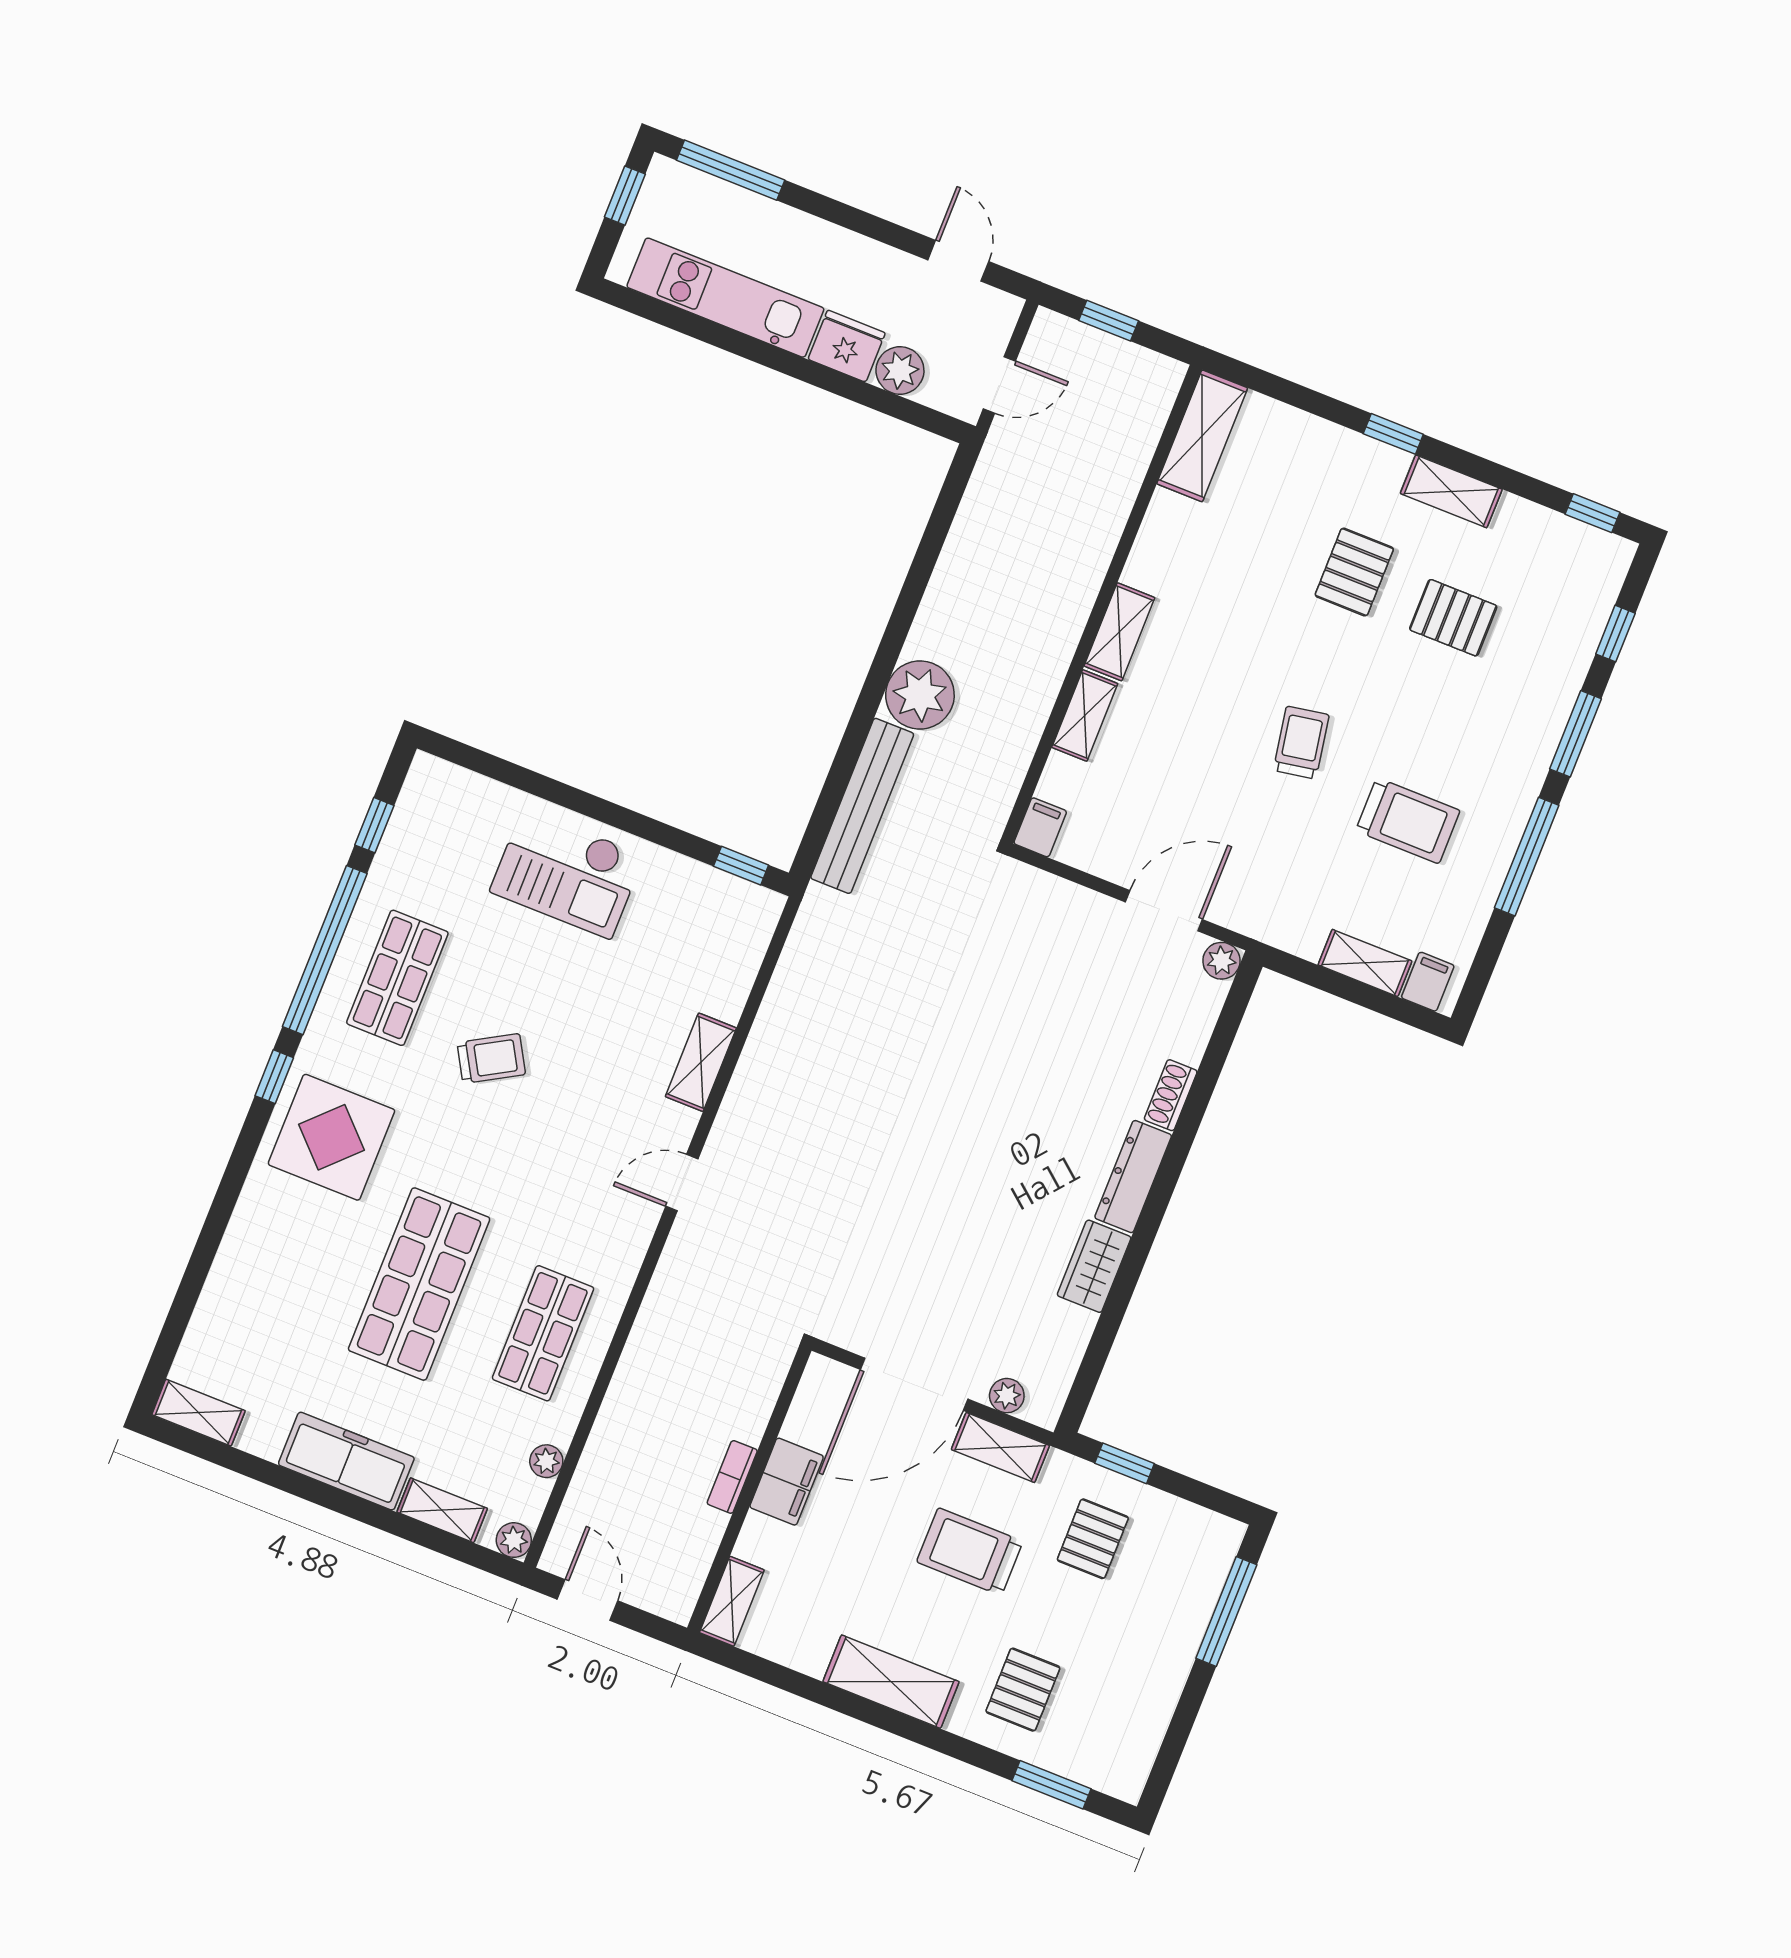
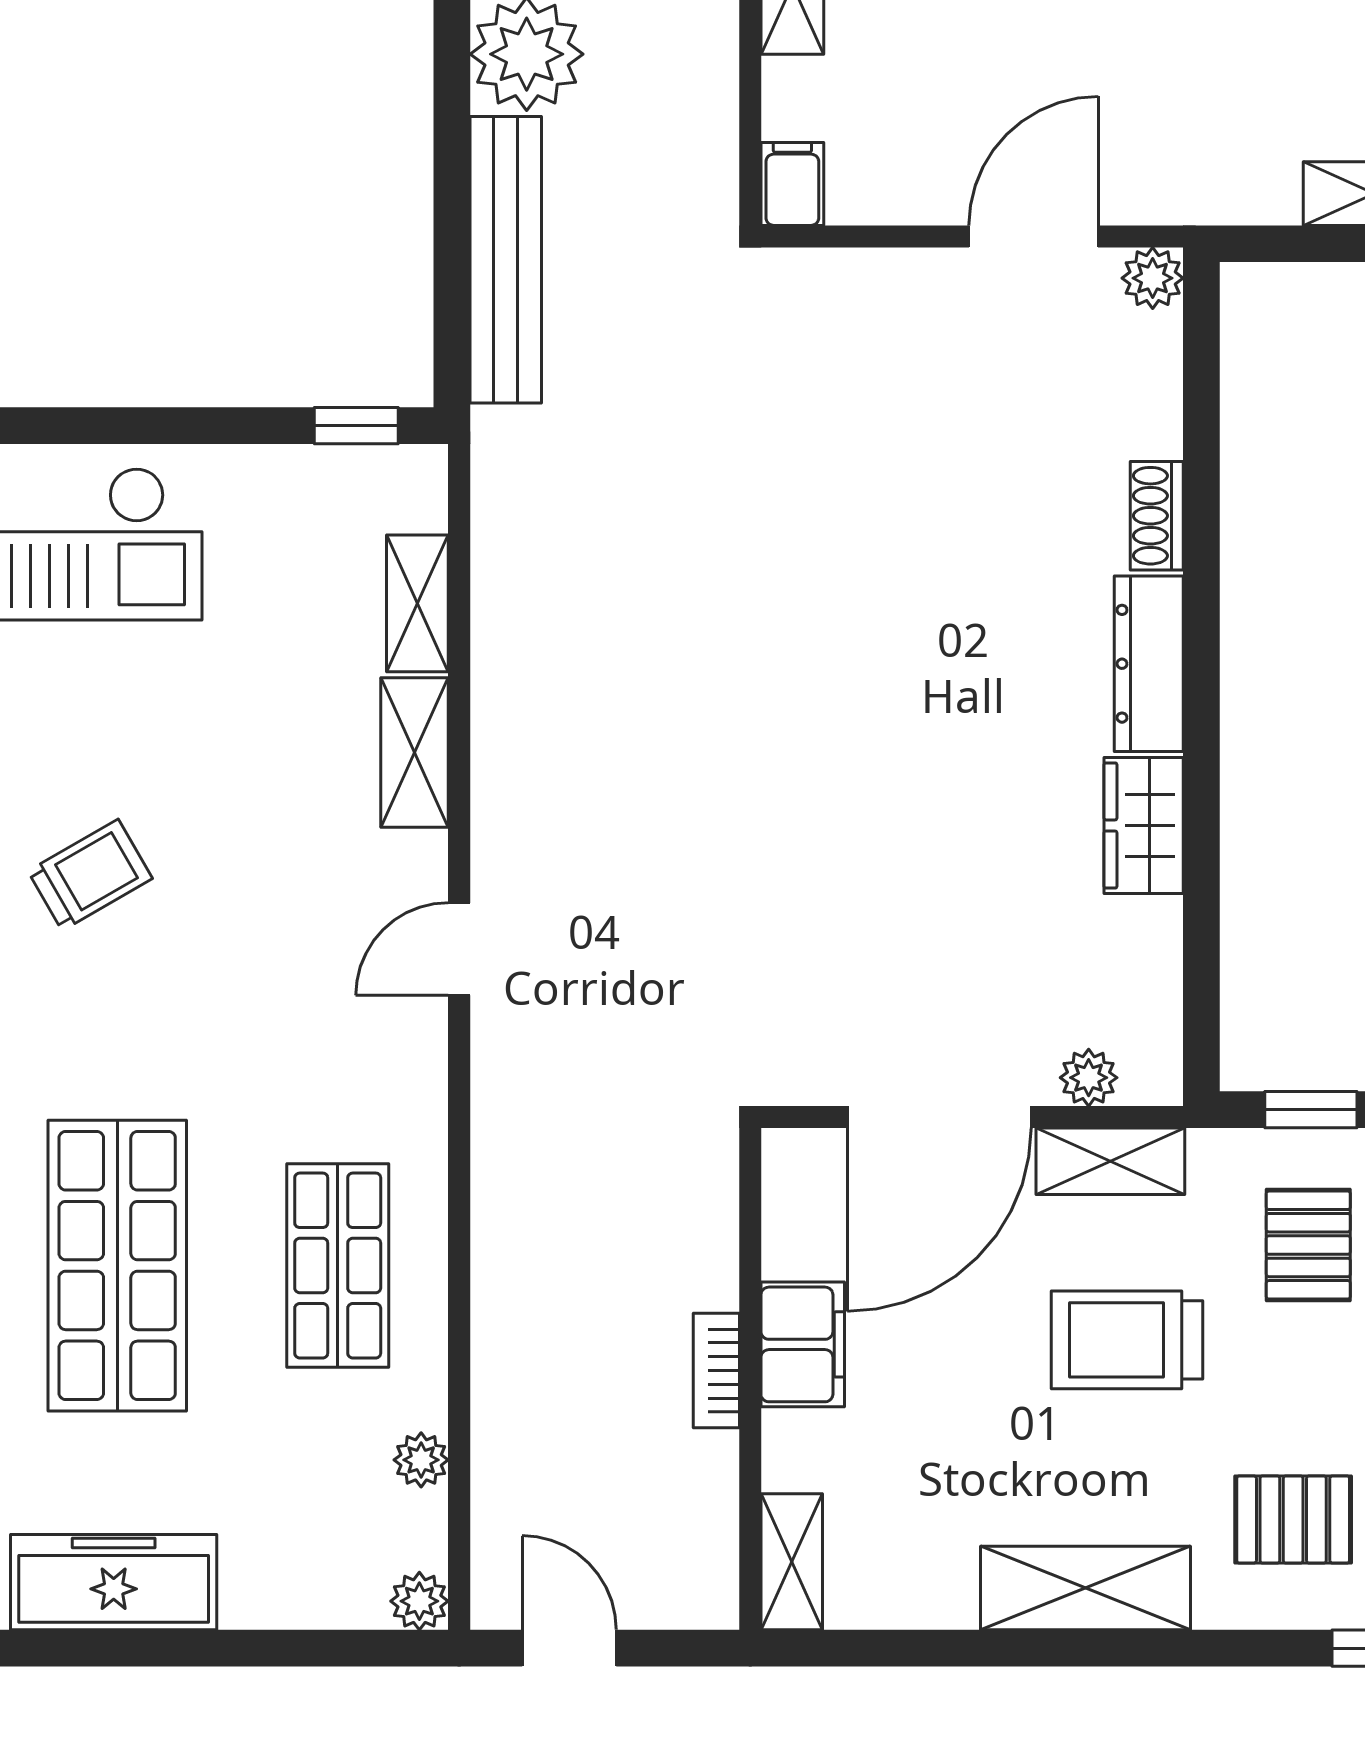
shelving: (442, 1510) -> (417, 603), moved, turned 90
pallet: (1023, 1690) -> (1293, 1519), turned 90

